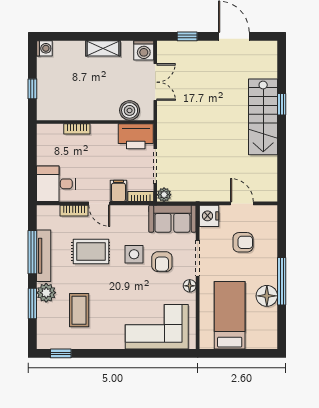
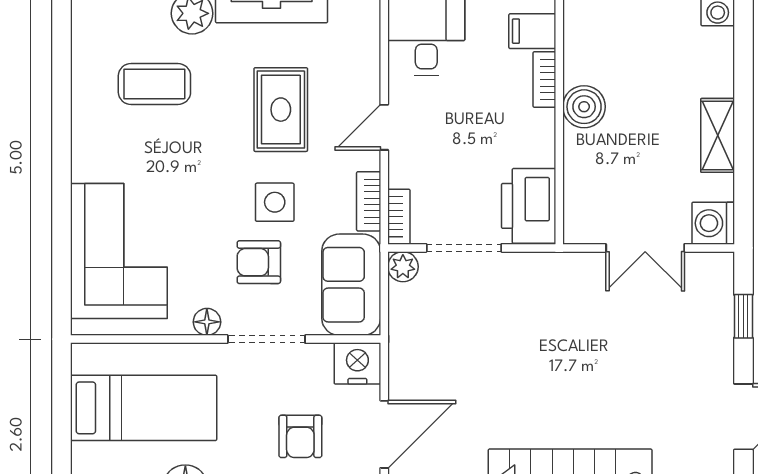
boiler: (130, 110) -> (584, 107), moved
filing cabinet: (118, 191) -> (532, 31), moved, turned 180
door: (242, 203) -> (384, 434), width x1.38
bookcase: (74, 211) -> (369, 201), moved
window: (61, 353) -> (61, 45), removed

